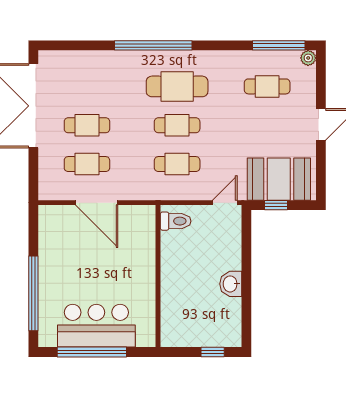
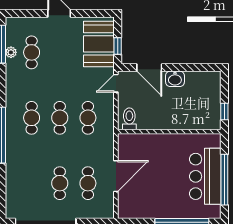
plant: (308, 58) -> (11, 52), moved
cafe table: (177, 86) -> (32, 118), width x0.73, depth x0.74
door: (225, 203) -> (116, 83), hinge flipped
door: (246, 249) -> (149, 67), added
window: (213, 352) -> (224, 111), moved

